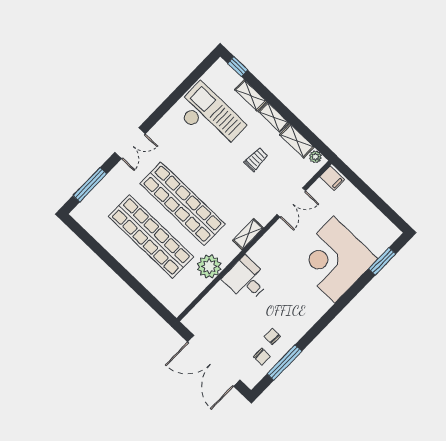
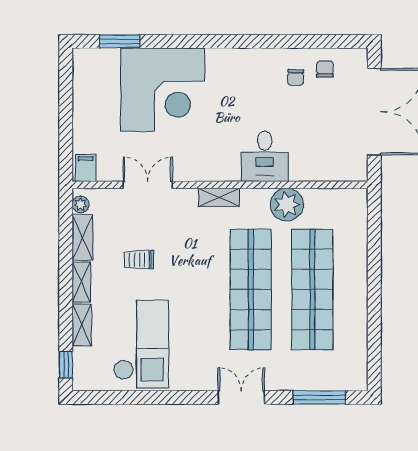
checkout: (210, 117) -> (141, 344), turned 180
window: (284, 362) -> (310, 41), removed

